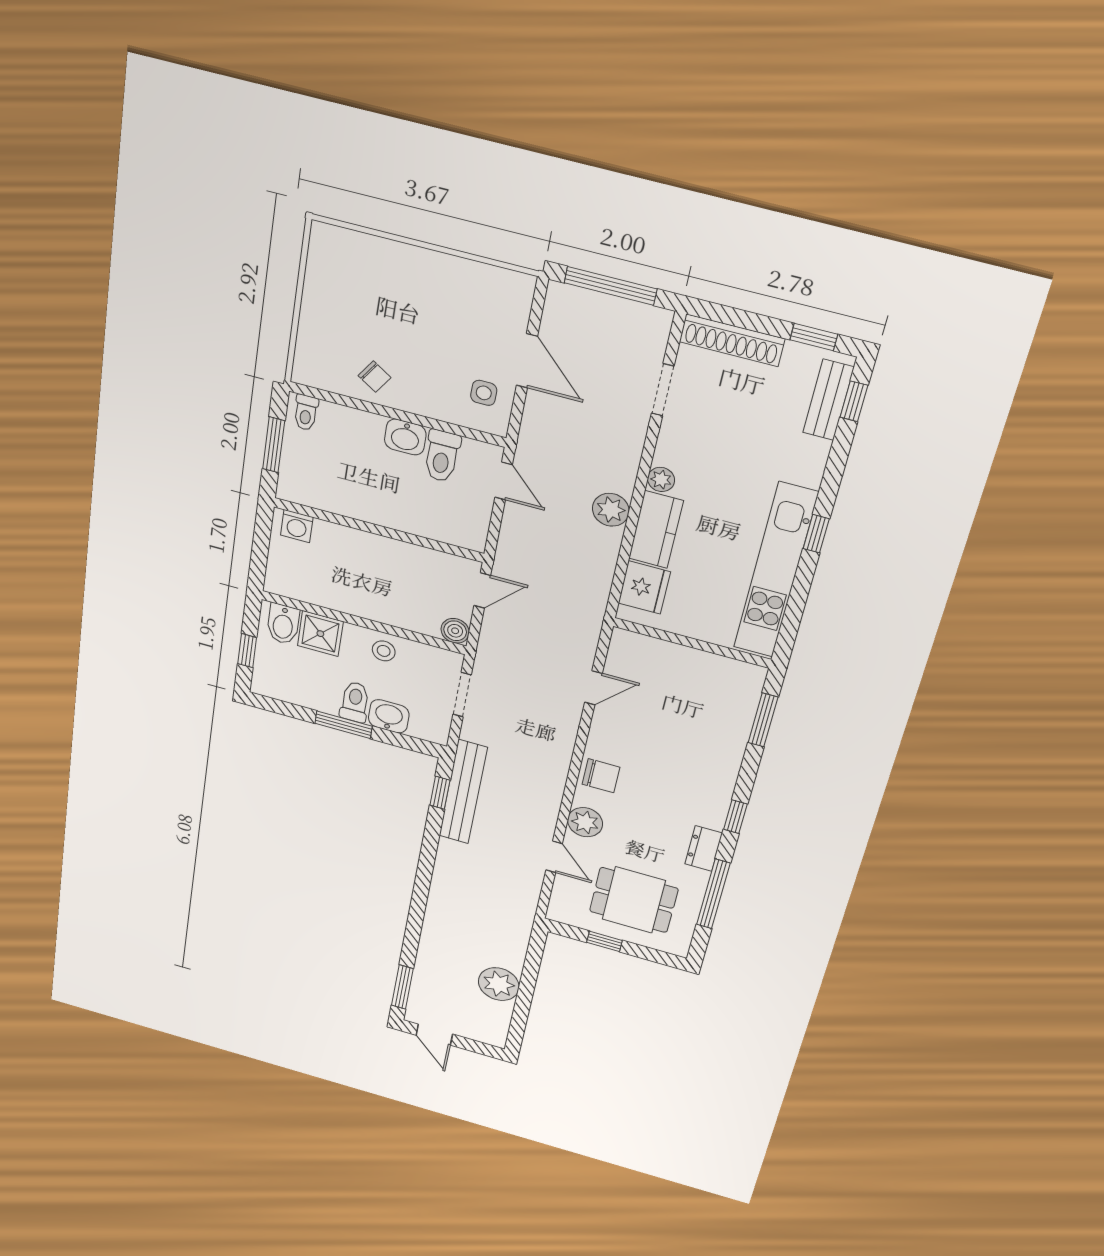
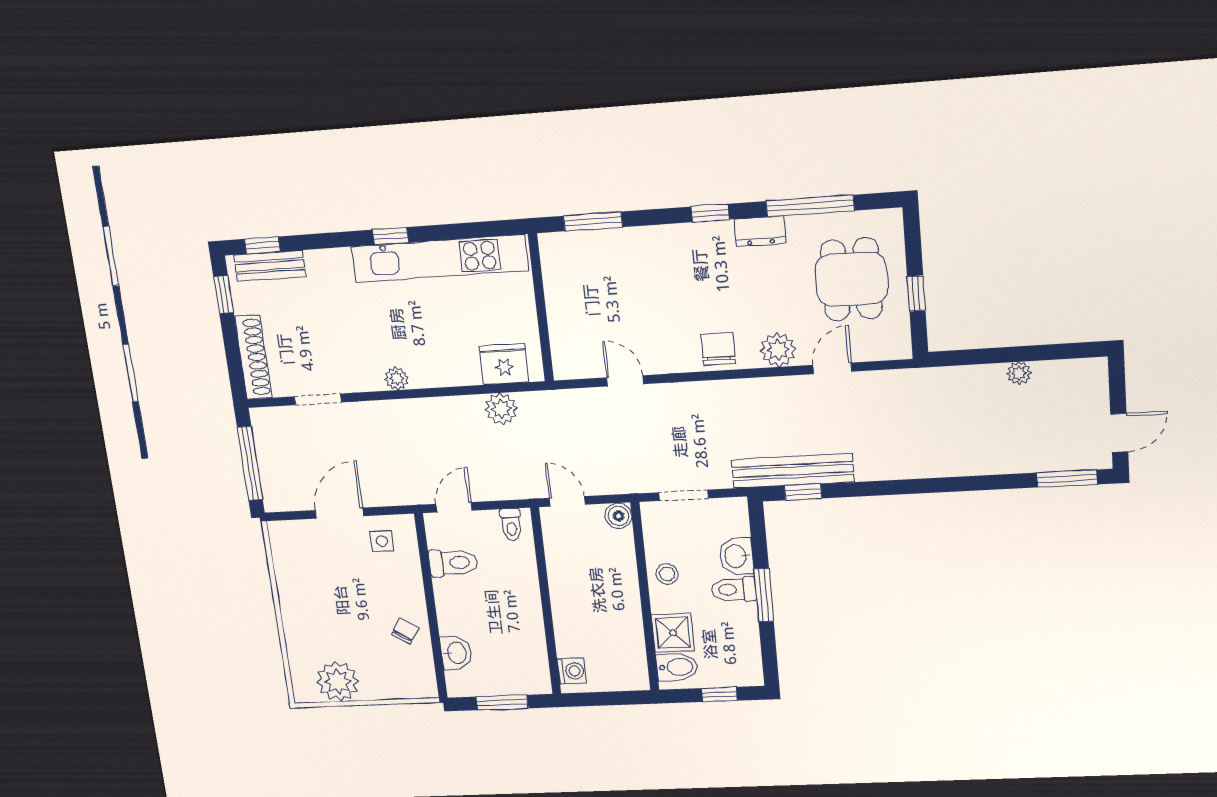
plant: (329, 279) -> (338, 682), added
toilet: (306, 413) -> (511, 525), moved, turned 90
washbasin: (405, 437) -> (456, 653), moved
plant: (611, 510) -> (501, 409), moved
kitchen counter: (656, 530) -> (445, 370), removed
plant: (499, 984) -> (1019, 373), width x0.53, depth x0.53

